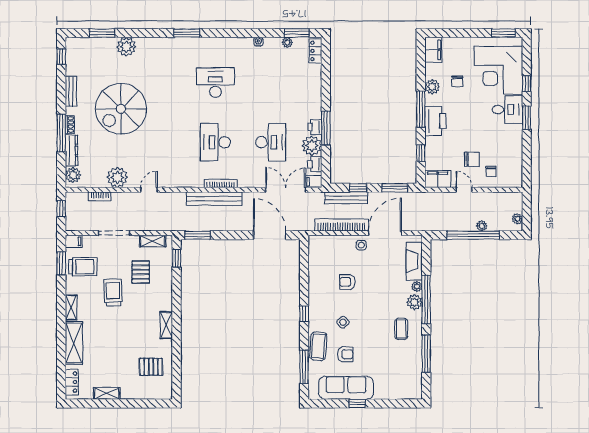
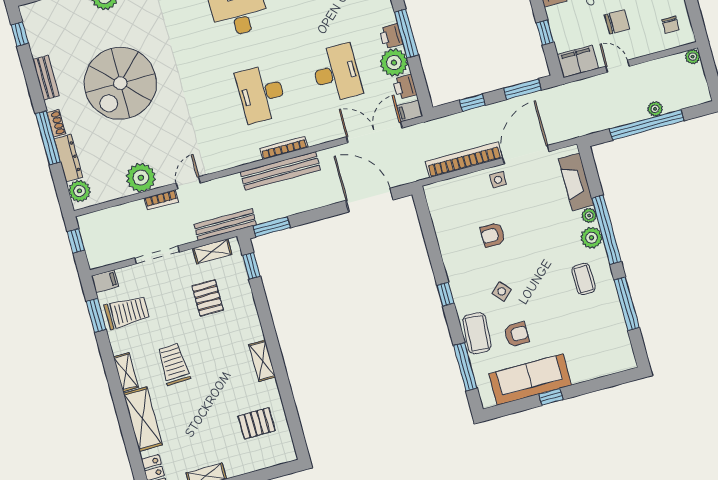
chair: (491, 171) -> (670, 25), moved
bookcase: (100, 196) -> (161, 200), moved
bench: (346, 198) -> (225, 225), moved
plant: (517, 219) -> (693, 57), moved
trolley: (113, 292) -> (174, 364), moved

